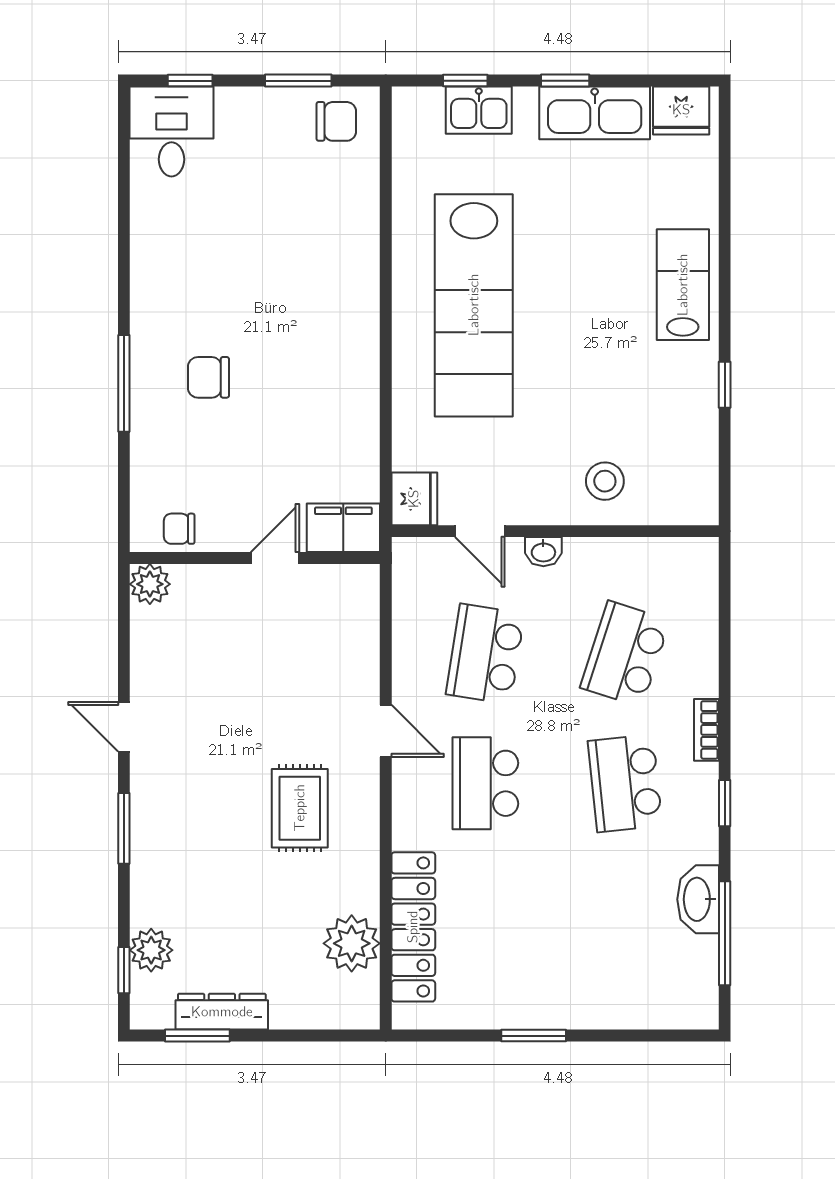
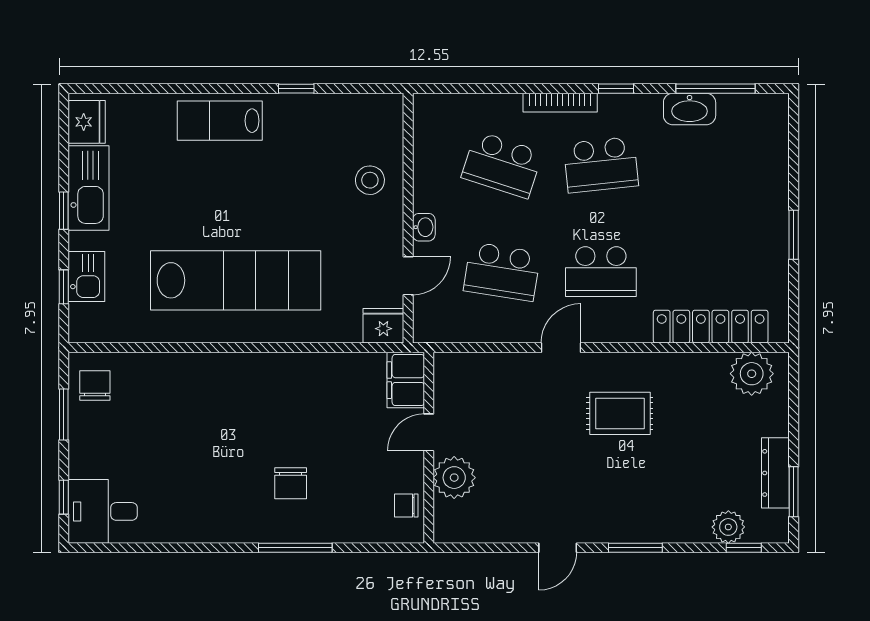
chair: (179, 529) -> (406, 506), turned 90
door: (275, 558) -> (429, 432), hinge flipped
plant: (150, 584) -> (454, 478), moved, width x1.36, depth x1.36
bookcase: (706, 730) -> (560, 103), width x1.56
plant: (352, 943) -> (752, 374), moved

